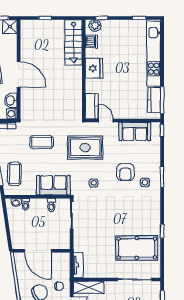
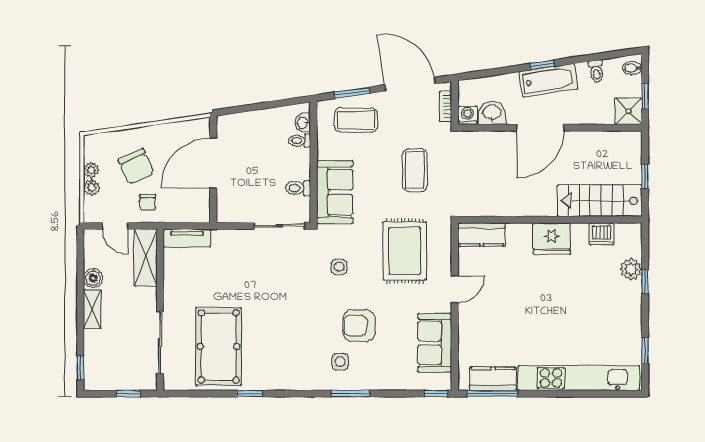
dishwasher: (91, 41) -> (602, 234), moved
stairs: (74, 42) -> (600, 201), moved
fridge: (94, 68) -> (552, 239), moved
wall: (84, 69) -> (550, 220), moved
kitchen counter: (92, 106) -> (482, 235), moved

